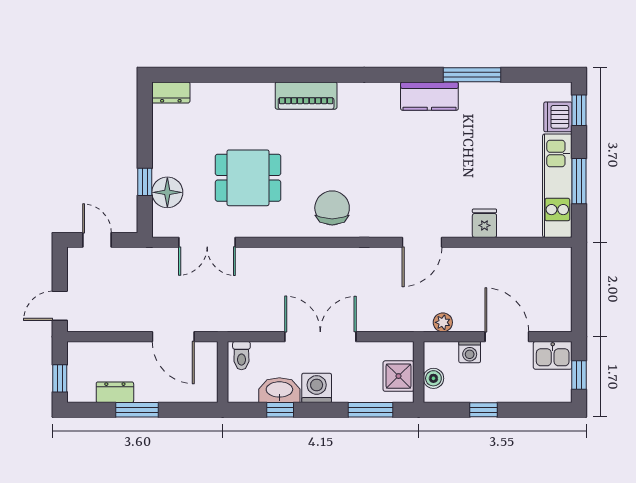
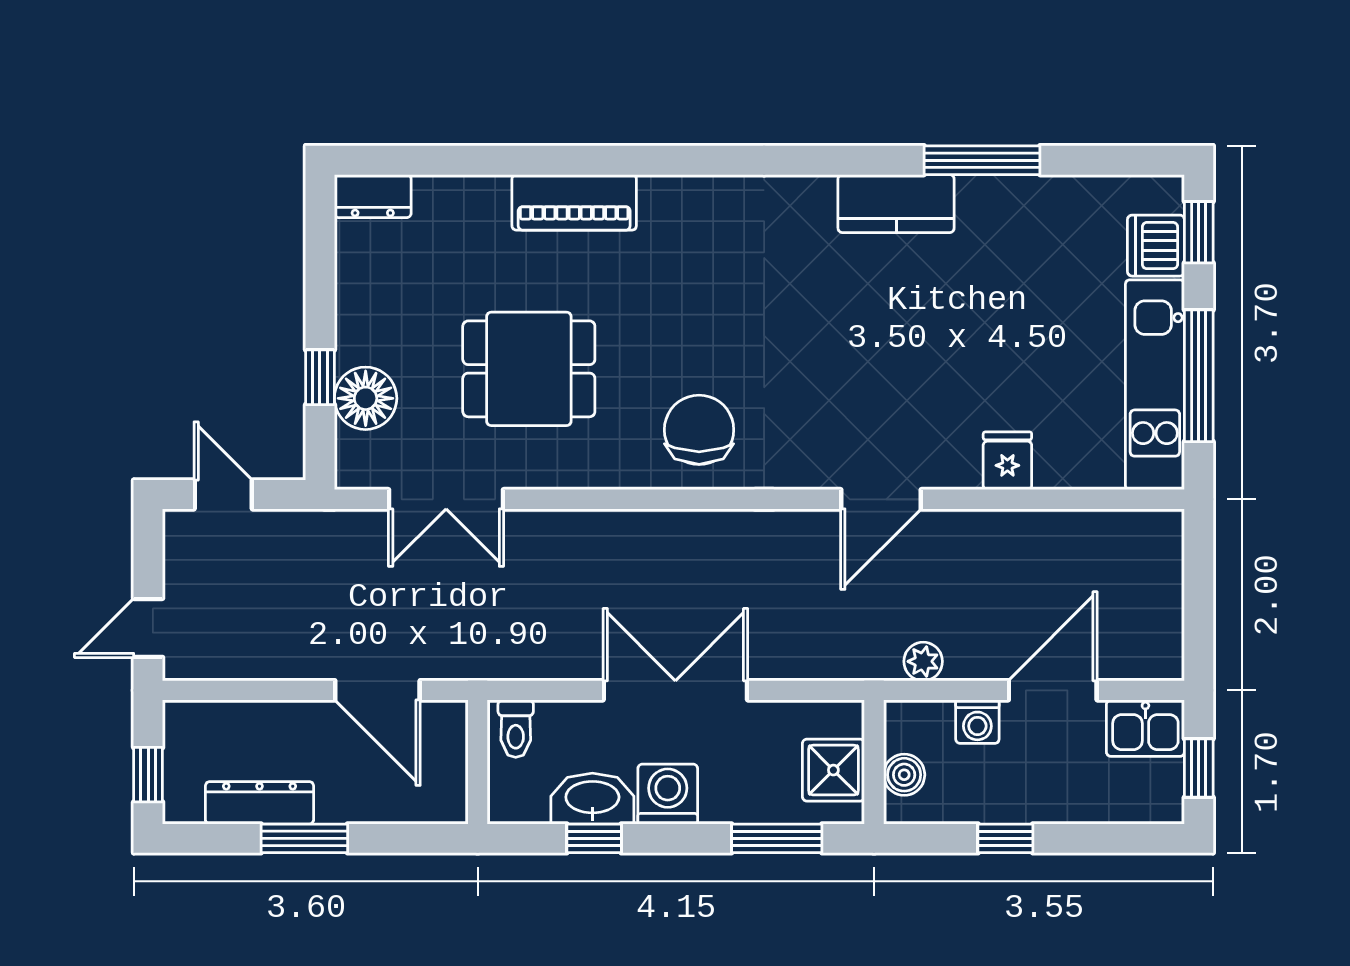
piano: (306, 96) -> (574, 202), moved
window: (579, 181) -> (1199, 376), width x1.44
door: (507, 337) -> (1053, 690), hinge flipped
dresser: (115, 392) -> (260, 803), width x1.44

